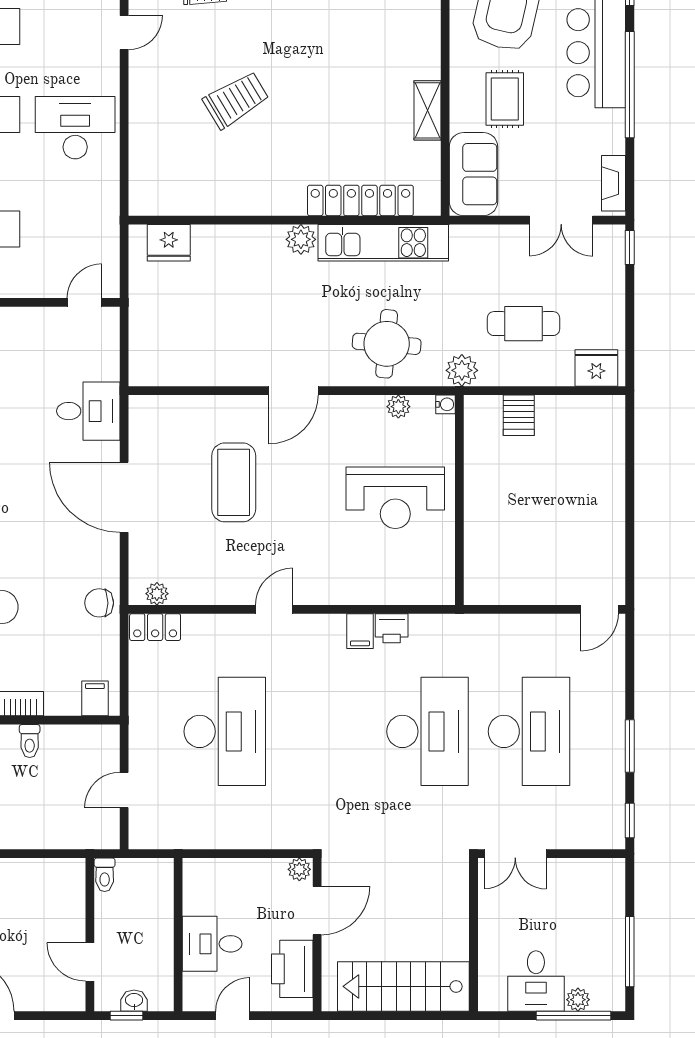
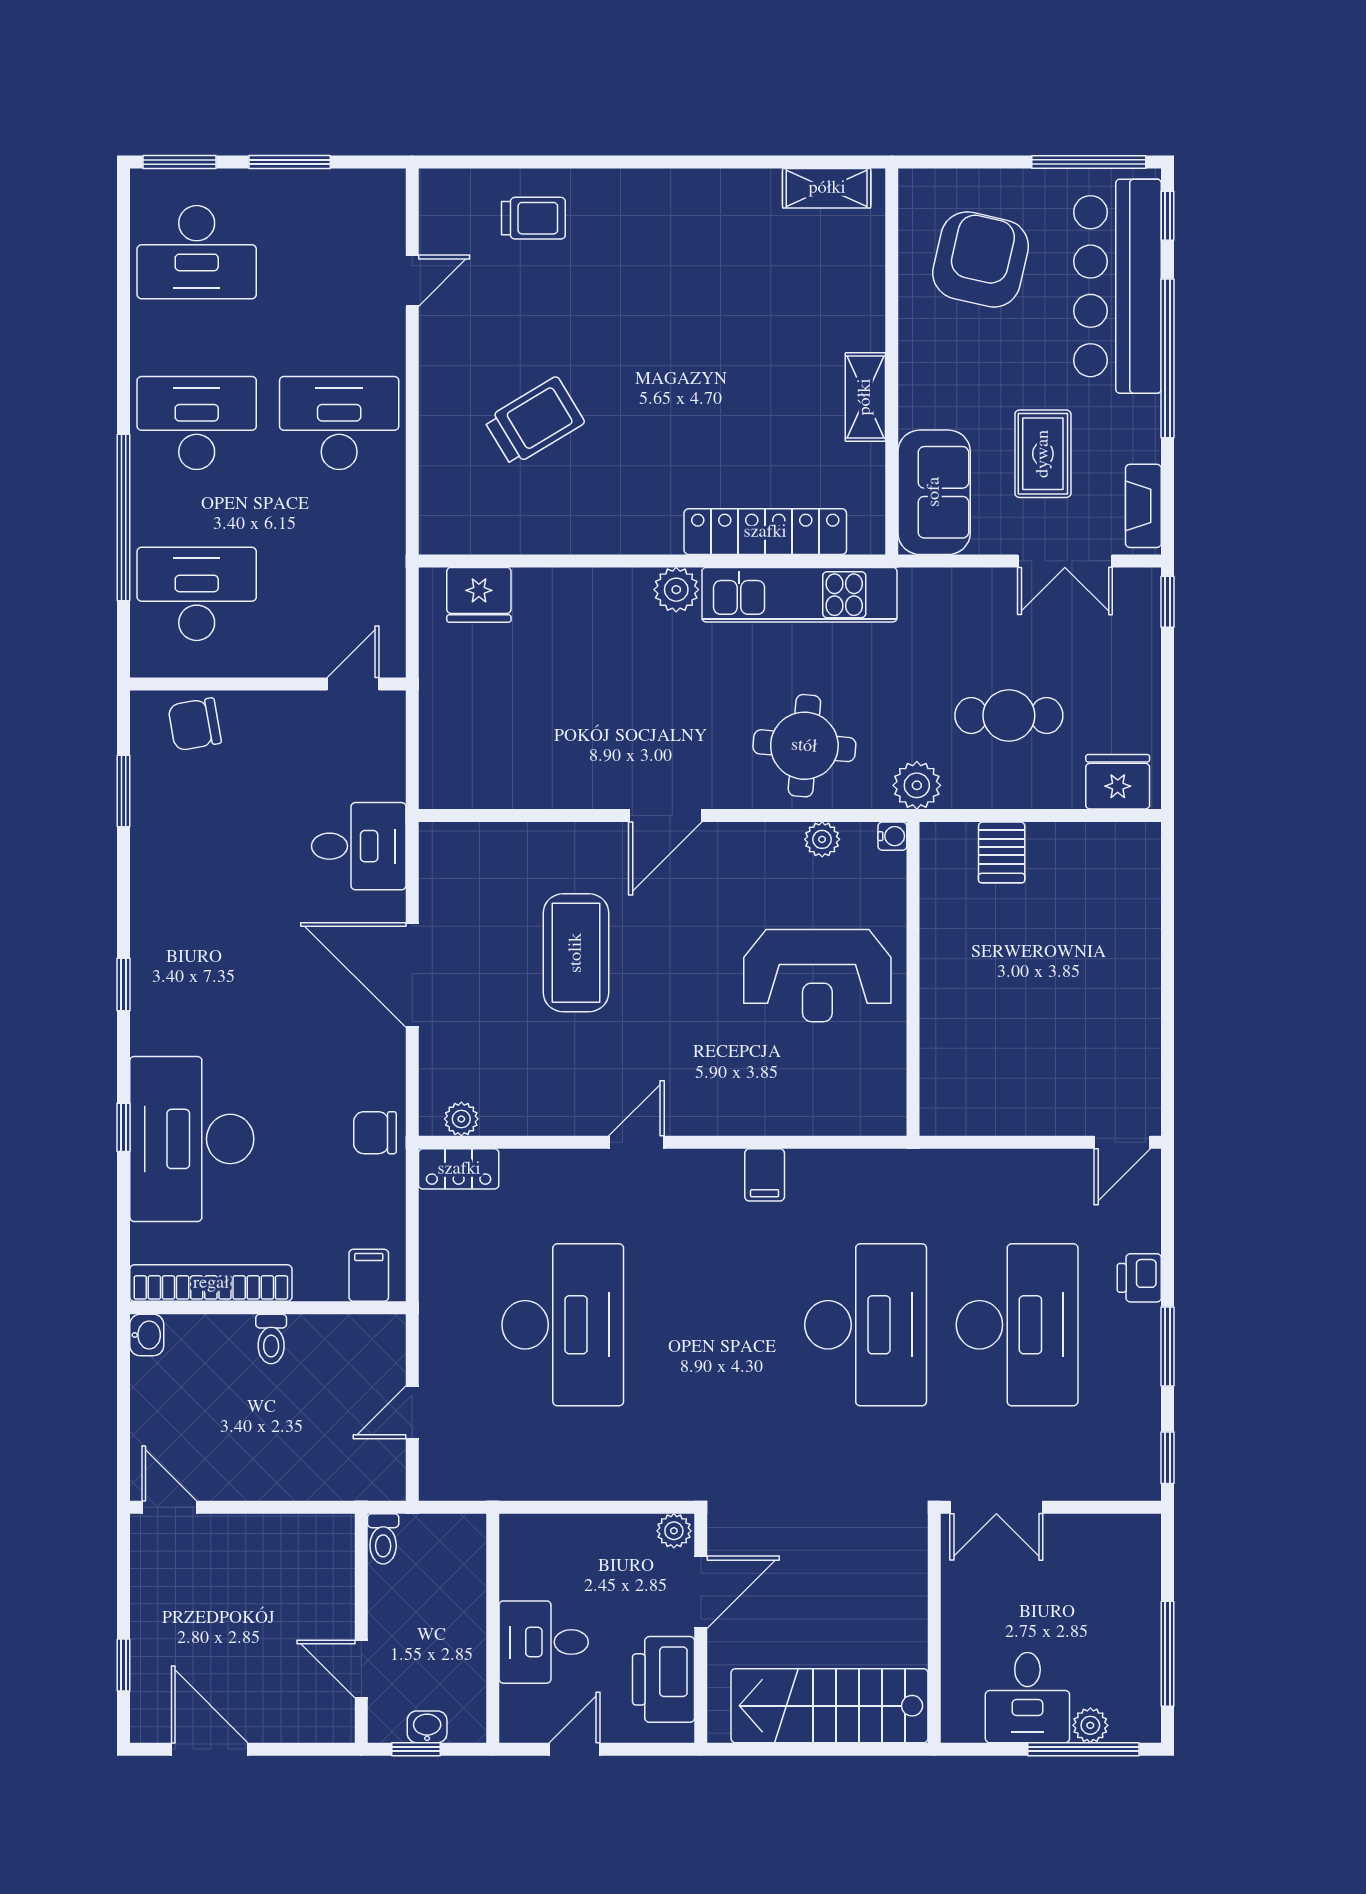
rug: (505, 99) -> (1043, 454), moved
trolley: (236, 100) -> (534, 421), moved
printer: (392, 628) -> (1139, 1278), moved, turned 90

